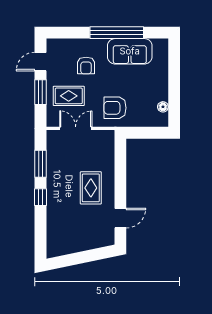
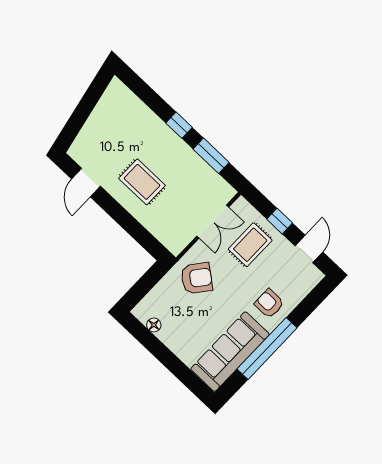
sofa: (130, 51) -> (230, 352), width x1.36
armchair: (86, 66) -> (269, 304), moved
window: (40, 92) -> (280, 221), width x0.67
armchair: (115, 108) -> (197, 278), turned 38

